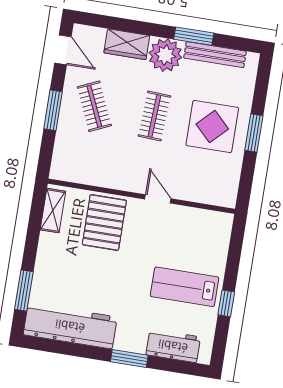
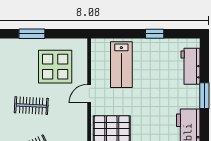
display table: (212, 127) -> (55, 67), moved
lab bench: (185, 287) -> (121, 65), moved

